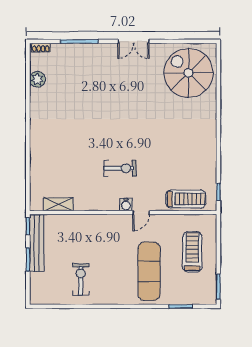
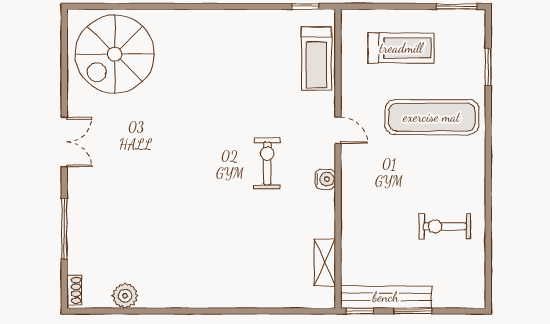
treadmill: (186, 199) -> (316, 58), turned 180
water cooler: (126, 205) -> (325, 179), moved
treadmill: (192, 252) -> (401, 48), turned 180

